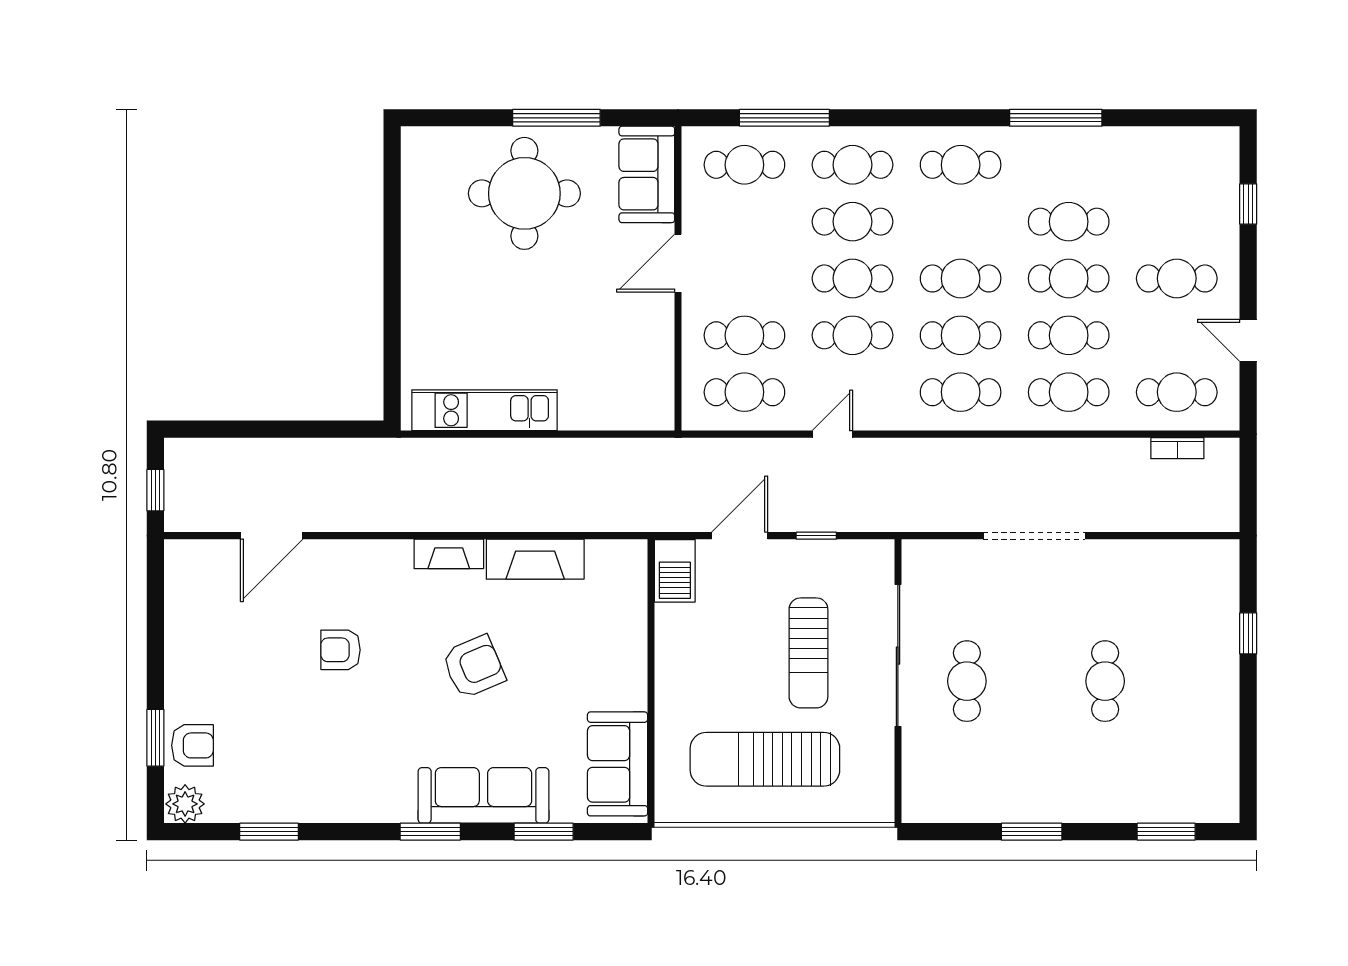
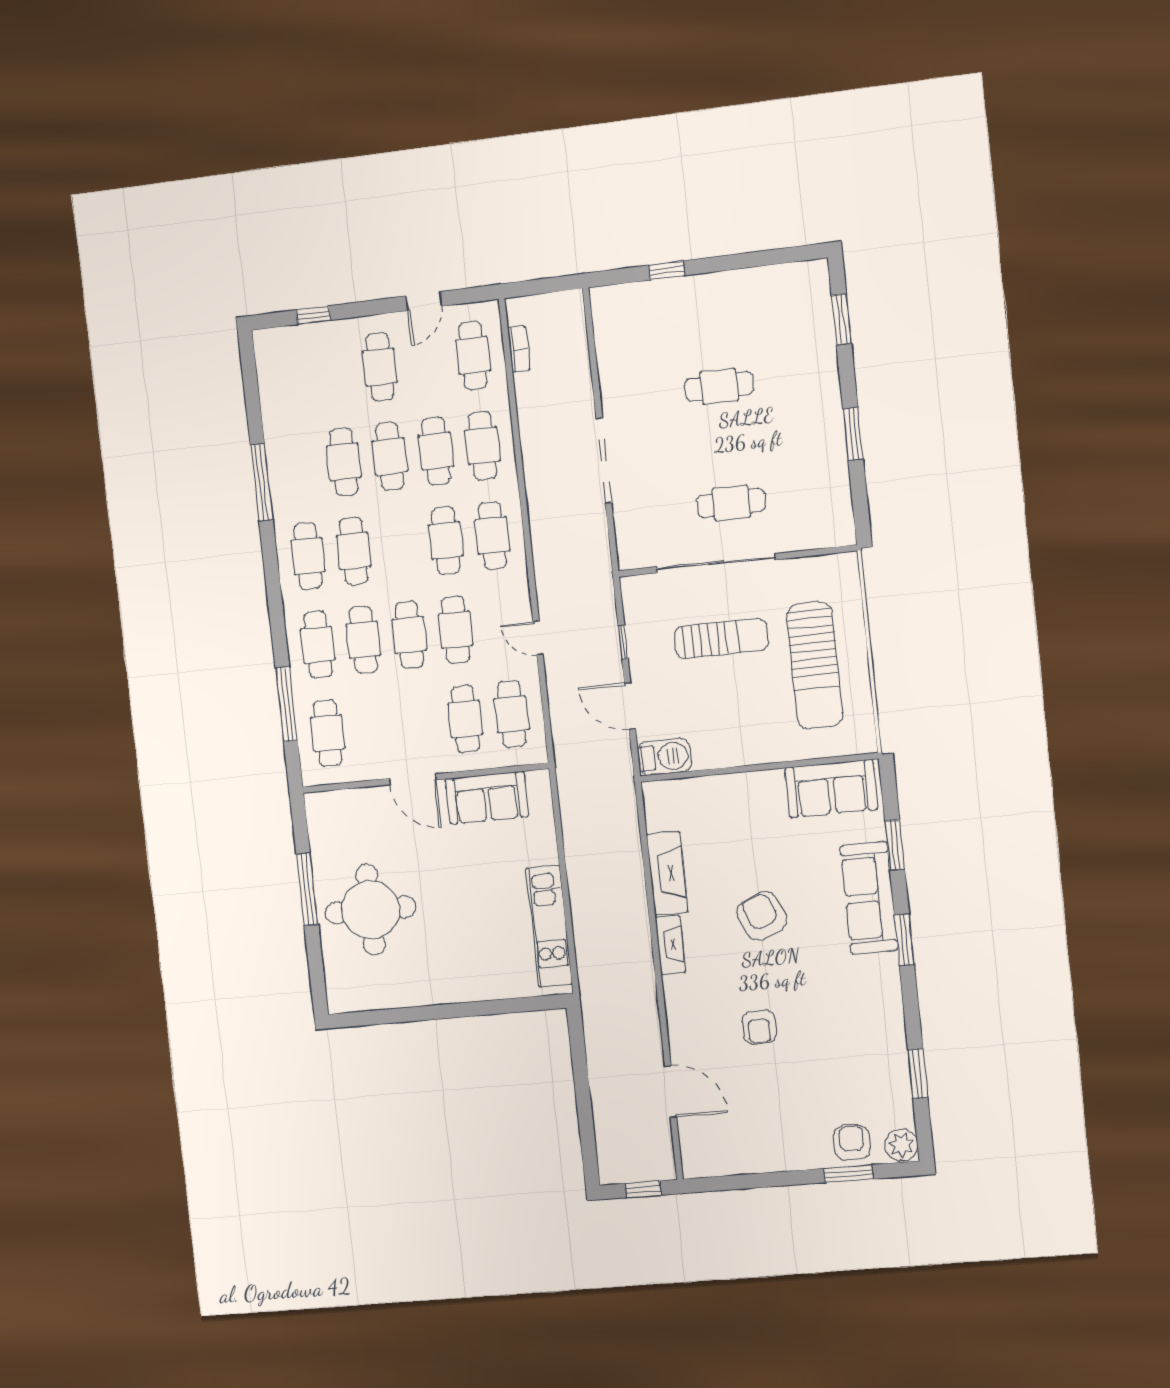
sofa: (647, 174) -> (487, 798), moved
cafe table: (961, 278) -> (354, 551), moved

